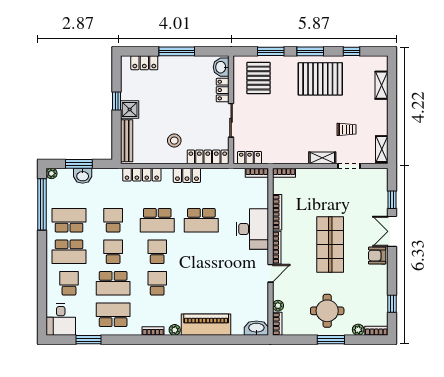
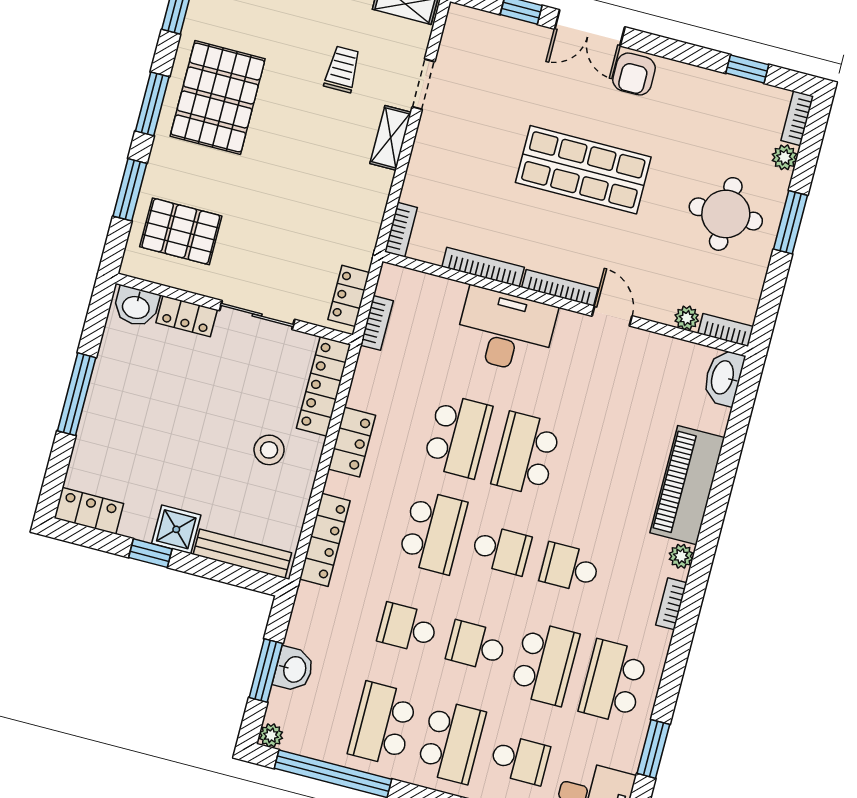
locker: (144, 63) -> (89, 511), moved, turned -90
bookcase: (257, 173) -> (377, 323), moved
school desk: (157, 252) -> (501, 550), turned 180
school desk: (201, 252) -> (526, 454), added
school desk: (69, 283) -> (520, 760), turned 180

